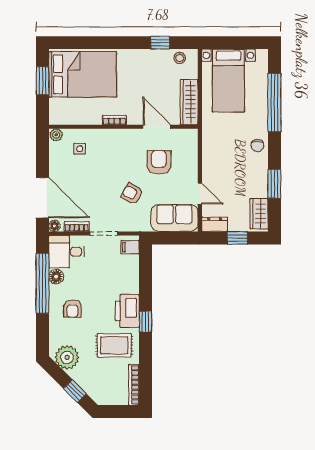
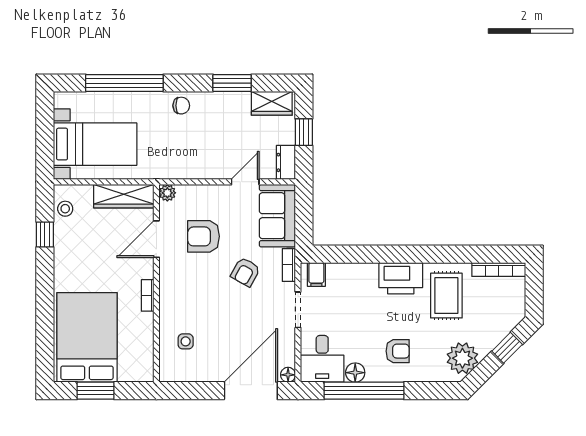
plant: (56, 135) -> (167, 193), moved
bookcase: (77, 227) -> (289, 265), moved
window: (145, 321) -> (415, 254), removed

